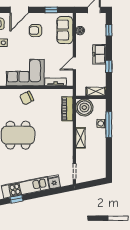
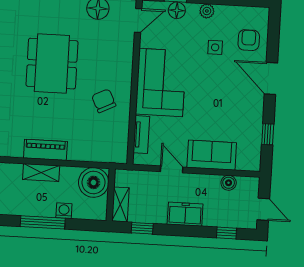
armchair: (36, 30) -> (233, 105), removed
sofa: (65, 30) -> (212, 155), moved
window: (109, 66) -> (142, 228), moved
chair: (27, 98) -> (104, 101), moved
piano: (67, 109) -> (45, 150), moved
window: (109, 125) -> (43, 222), moved

